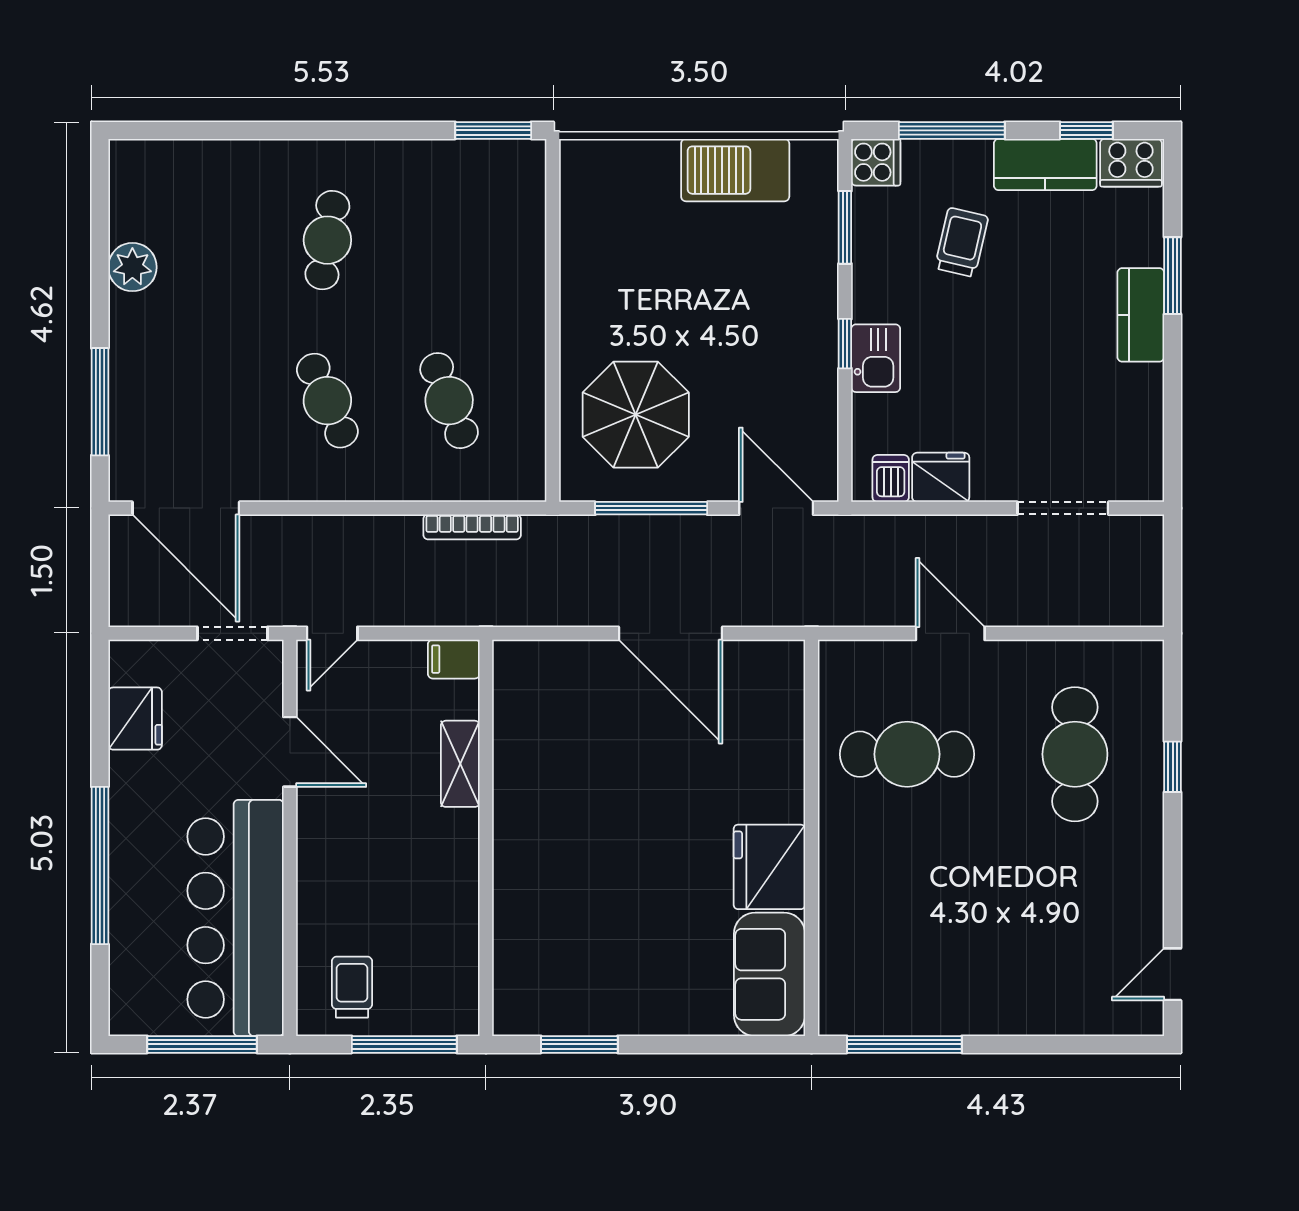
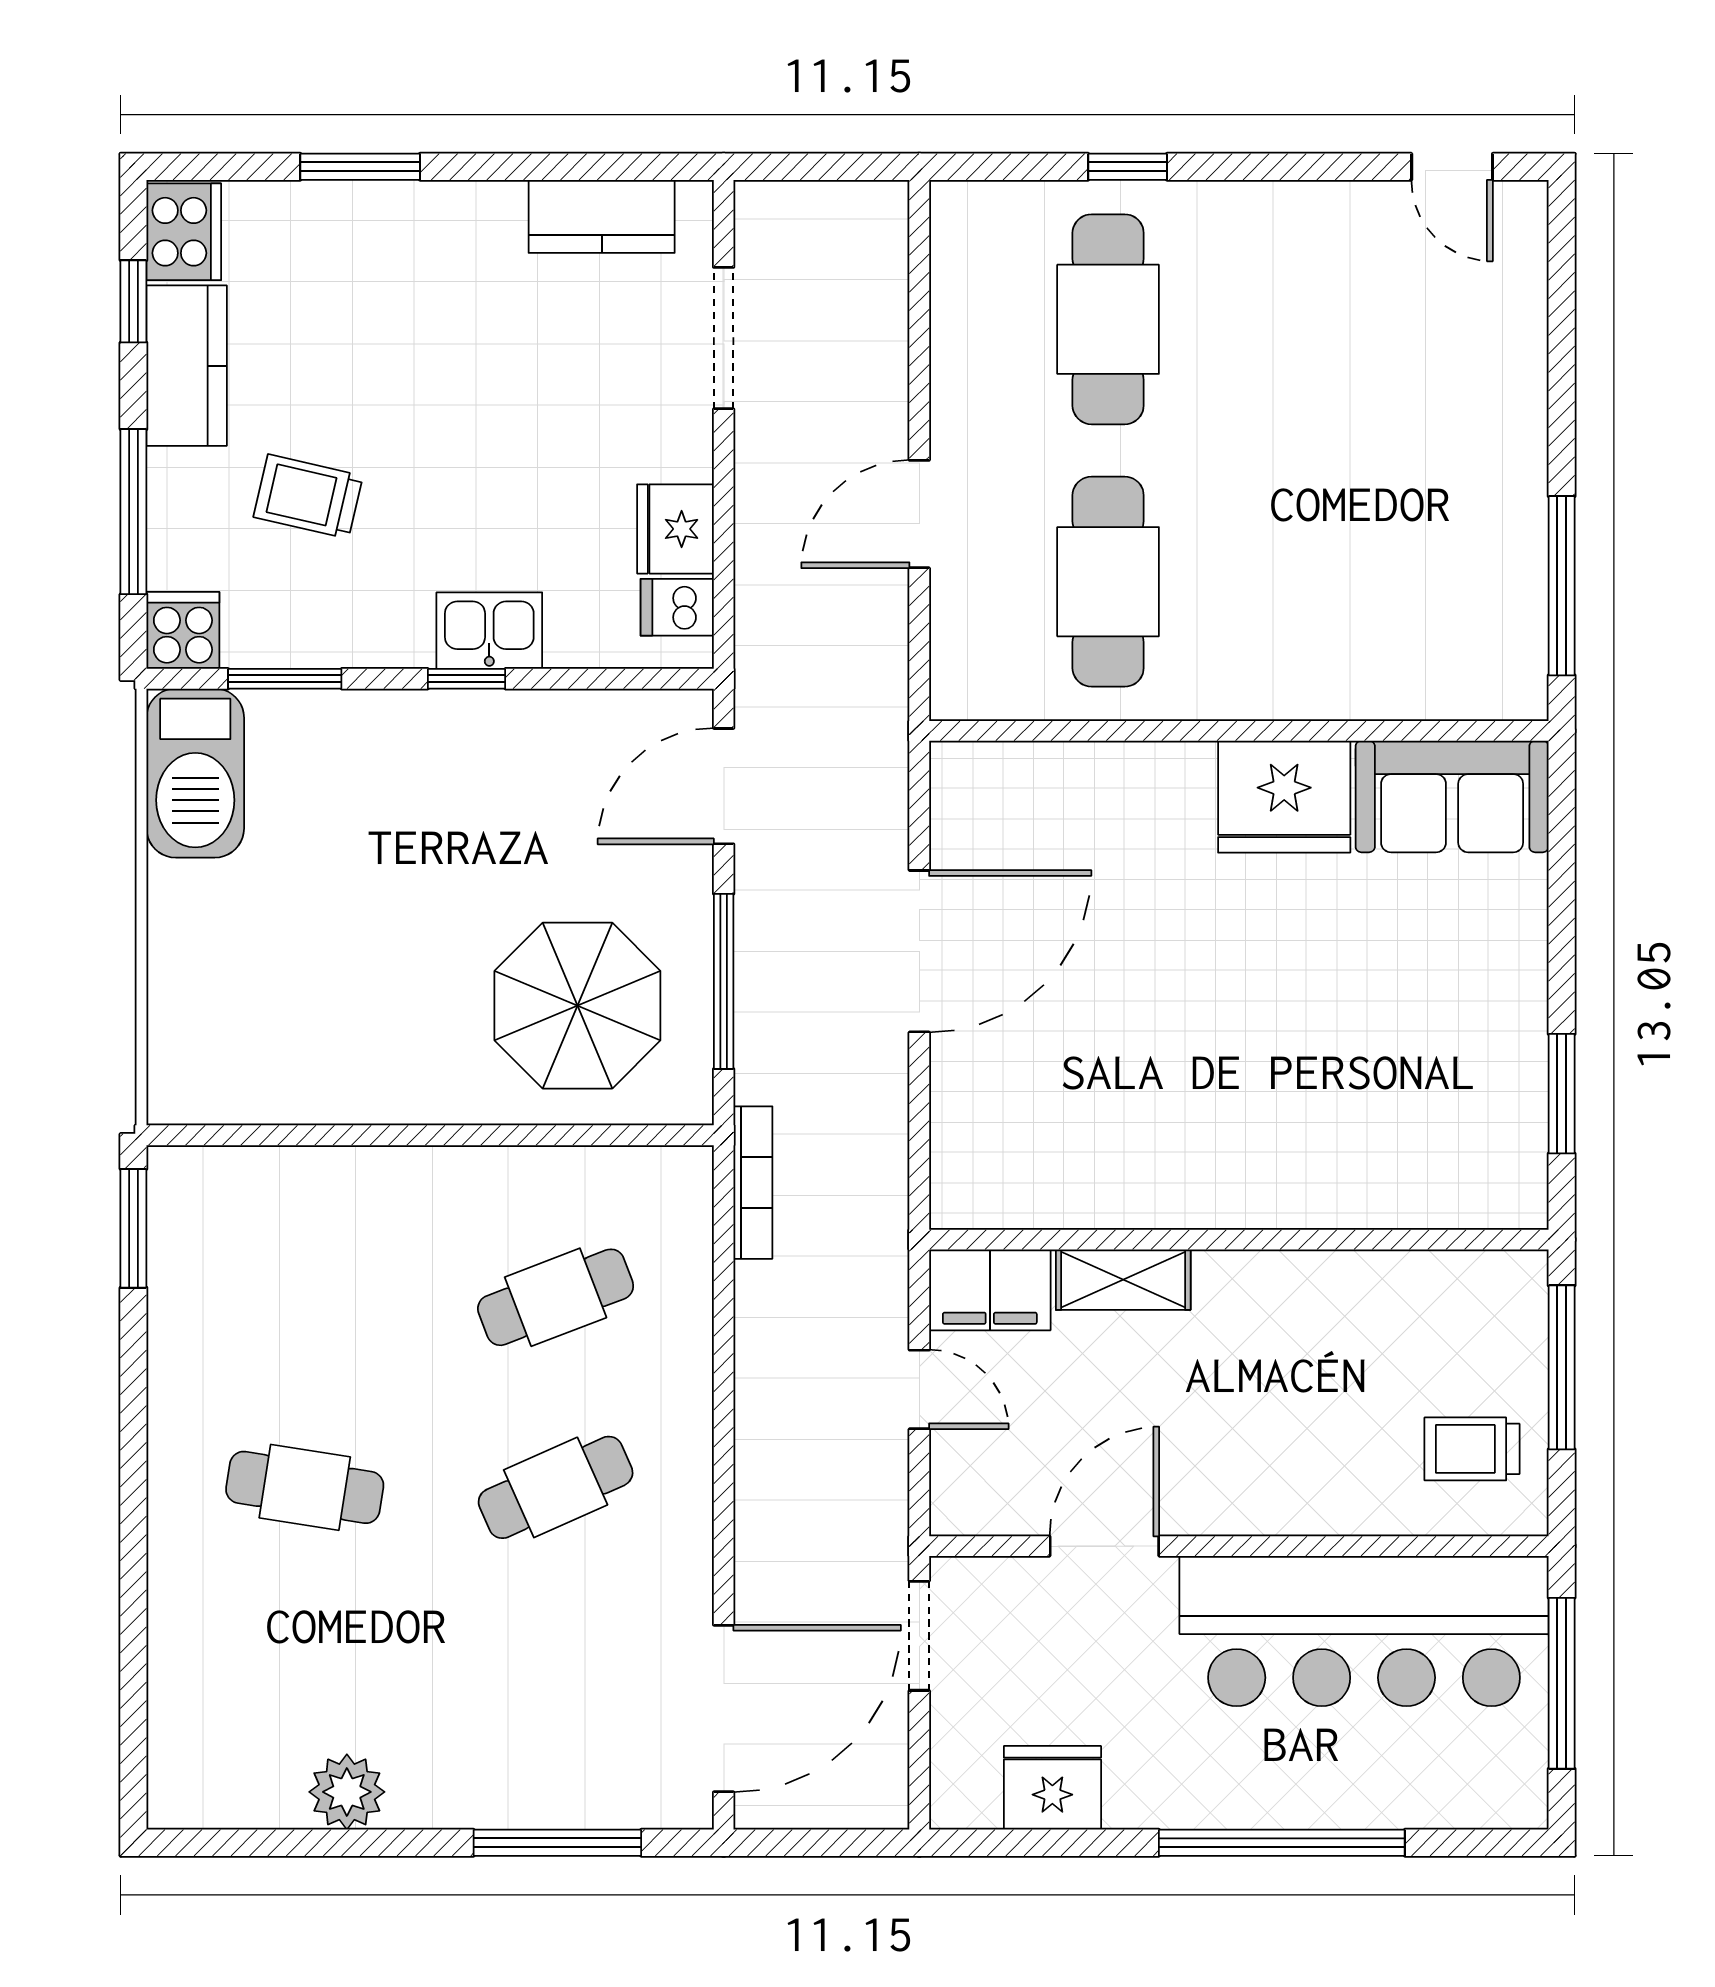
barbecue: (735, 170) -> (195, 773), moved
kitchen counter: (1141, 315) -> (602, 216), moved
bookcase: (472, 527) -> (753, 1183), moved
door: (332, 633) -> (919, 1389), moved
filing cabinet: (454, 659) -> (990, 1290), width x2.00
cafe table: (1075, 754) -> (1108, 319), turned 90

